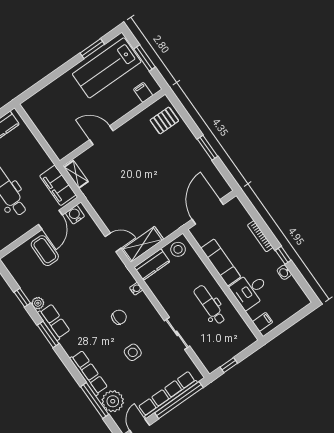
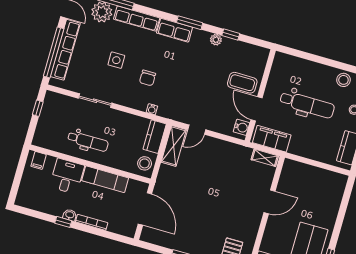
washbasin: (284, 272) -> (70, 215), moved
row of seats: (54, 322) -> (175, 30), moved

